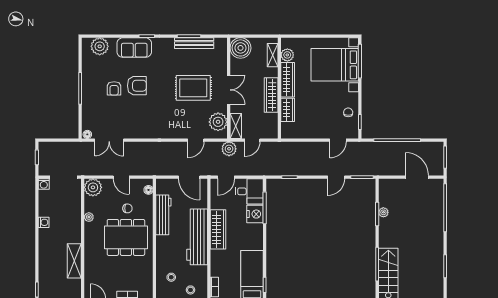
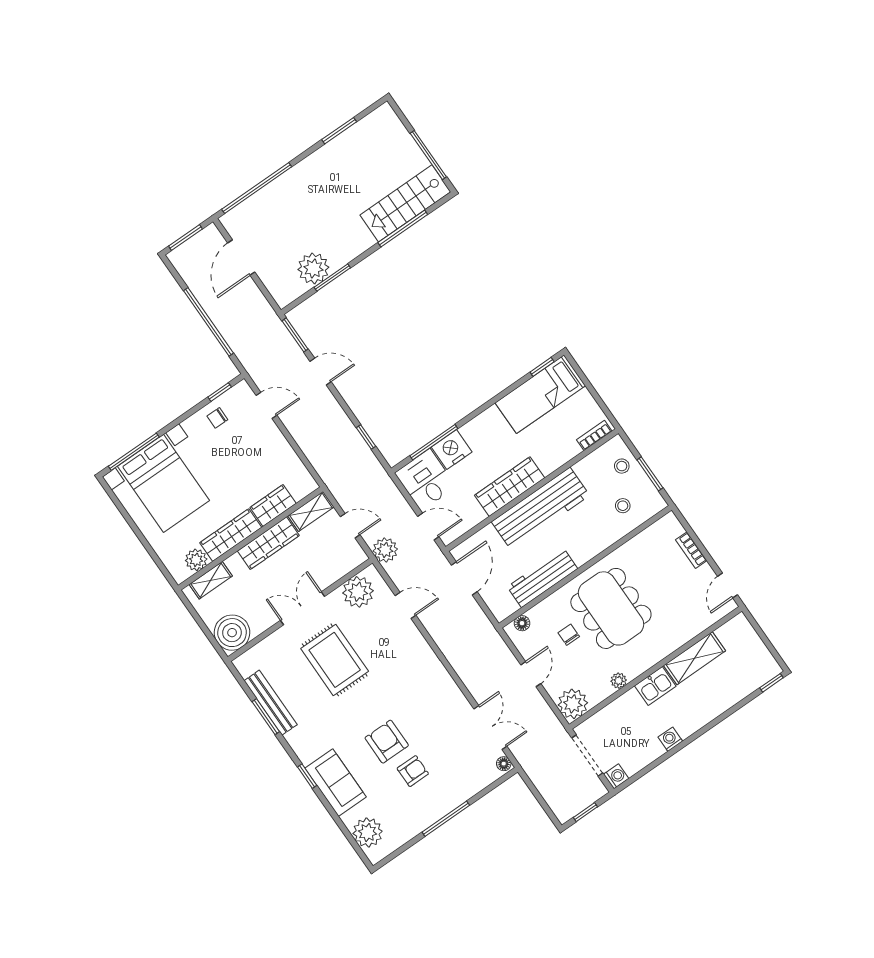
shelving: (236, 126) -> (311, 511), moved
plant: (383, 212) -> (313, 268), width x1.87, depth x1.87
kitchen sink: (74, 233) -> (655, 686), added

